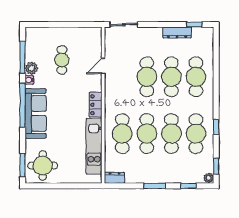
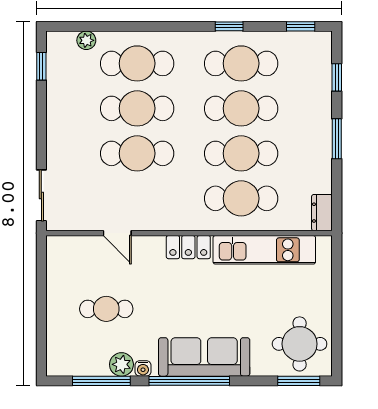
dresser: (177, 33) -> (56, 98), removed
plant: (209, 178) -> (86, 40), moved

